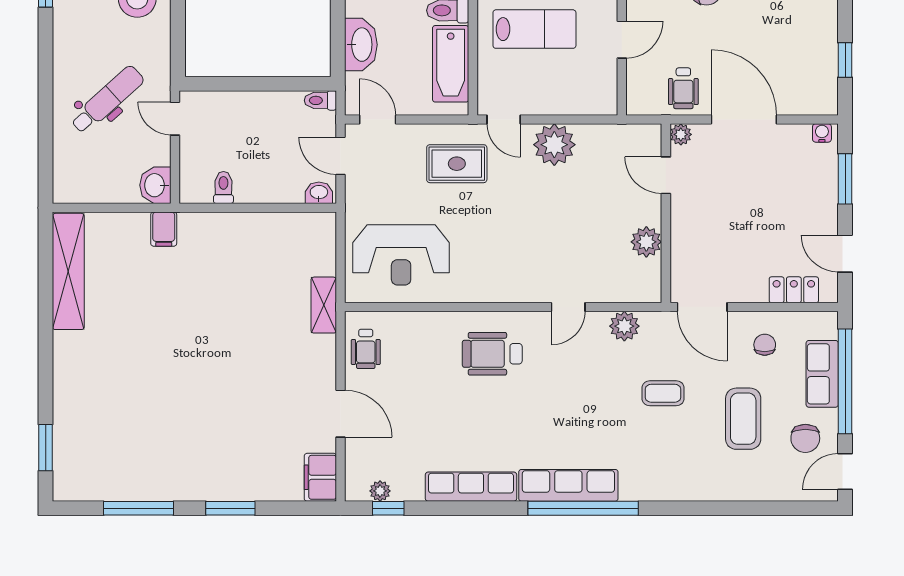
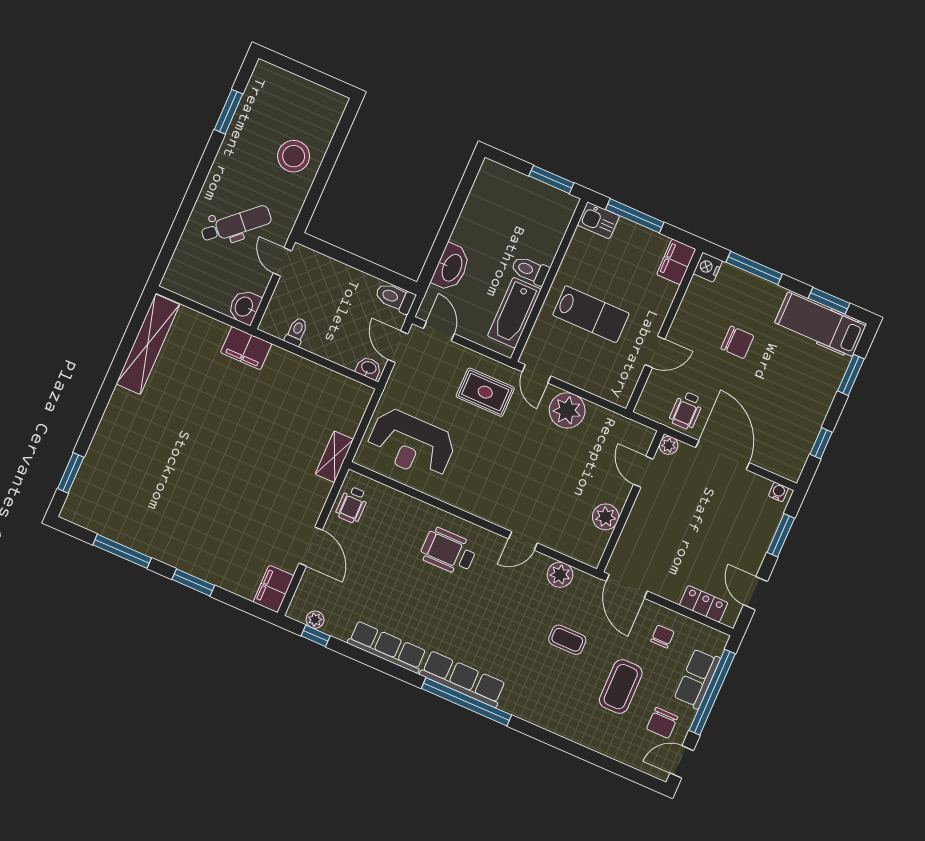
toilet: (320, 100) -> (395, 298), width x1.37, depth x1.39
filing cabinet: (164, 229) -> (246, 348), width x2.00

